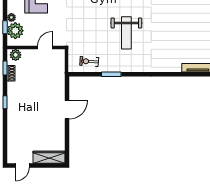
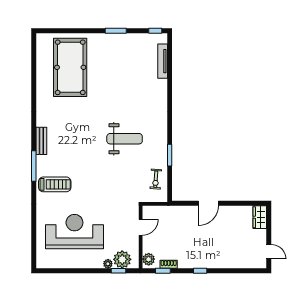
door: (45, 48) -> (141, 227), swing flipped
door: (67, 110) -> (208, 203), swing flipped
wardrobe: (49, 157) -> (260, 217), width x0.67

